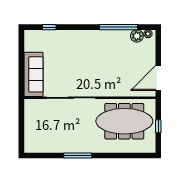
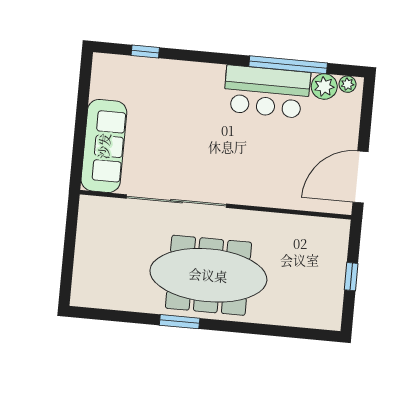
bar counter: (109, 41) -> (267, 92), added
meeting table: (124, 121) -> (208, 275), moved
window: (78, 156) -> (180, 322), width x0.69

